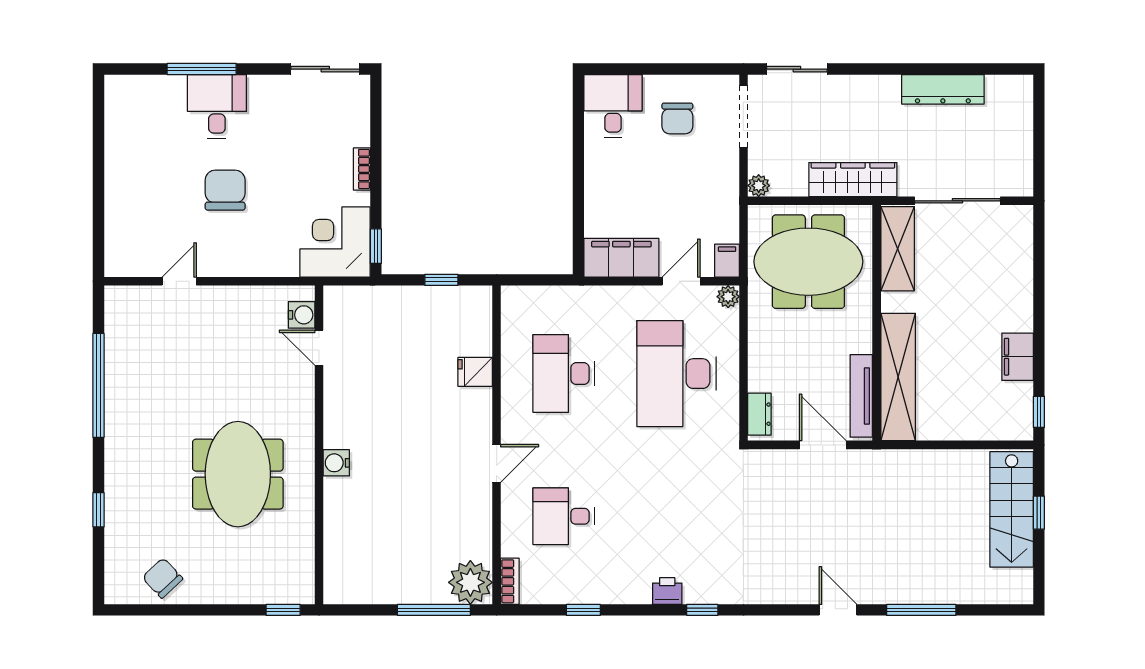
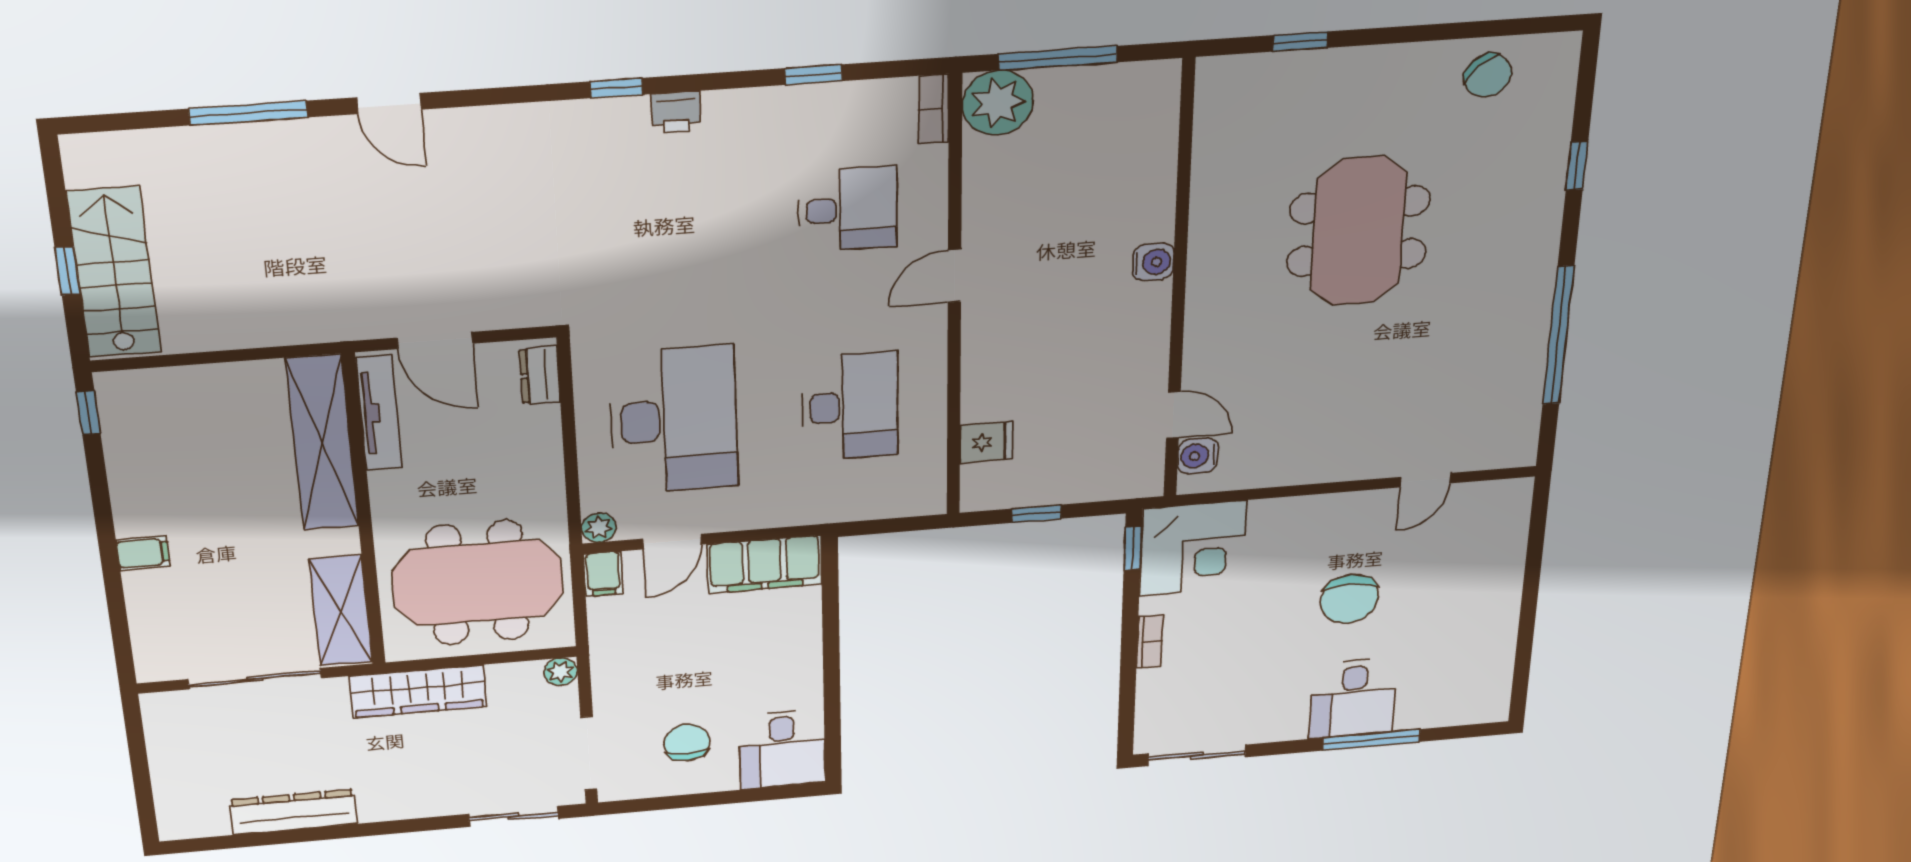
water cooler: (302, 315) -> (1198, 456), moved
door: (319, 348) -> (1173, 415), moved
filing cabinet: (1018, 357) -> (143, 553), moved, width x0.50
fridge: (475, 372) -> (986, 442), moved
wall: (319, 445) -> (1179, 285), moved
water cooler: (336, 463) -> (1153, 262), moved

